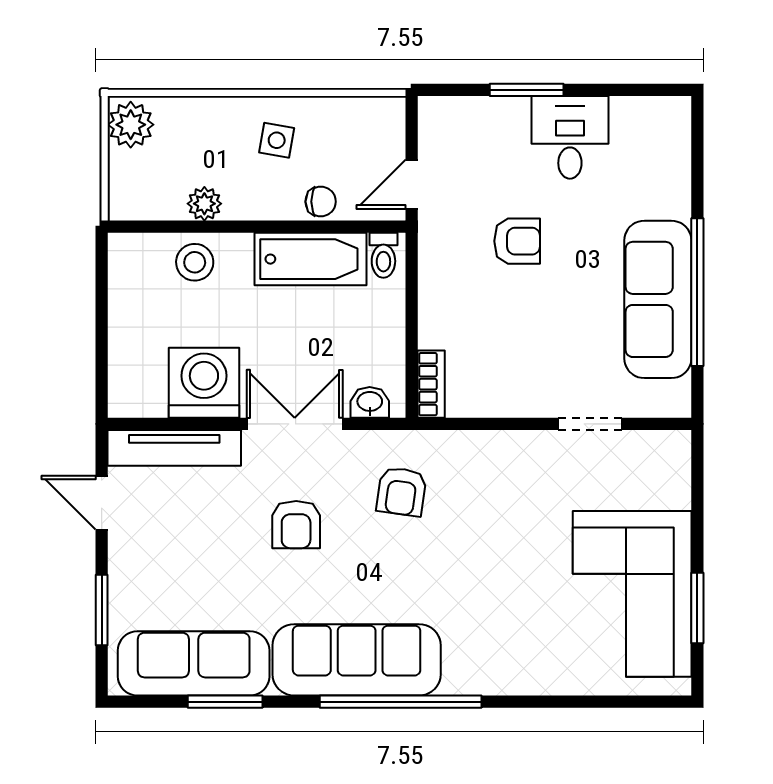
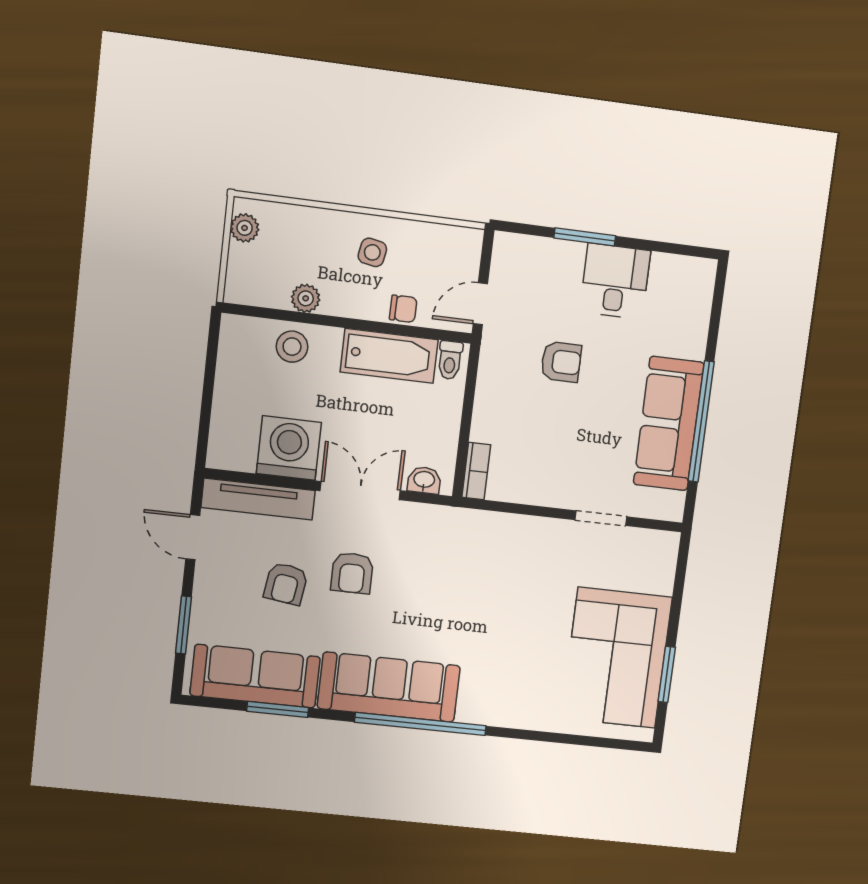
plant: (131, 125) -> (245, 228), width x0.73, depth x0.73
armchair: (401, 492) -> (286, 584), moved

